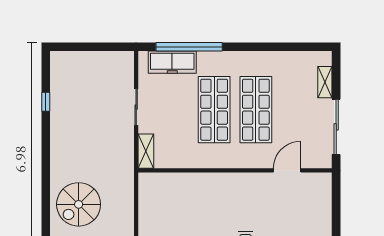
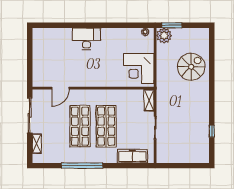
window: (189, 47) -> (82, 166), moved
corner desk: (162, 201) -> (139, 69), added

